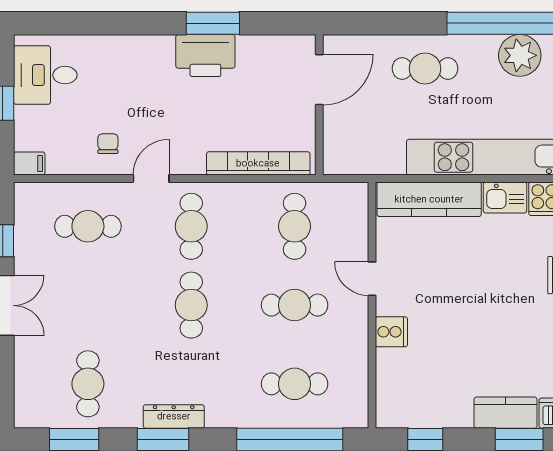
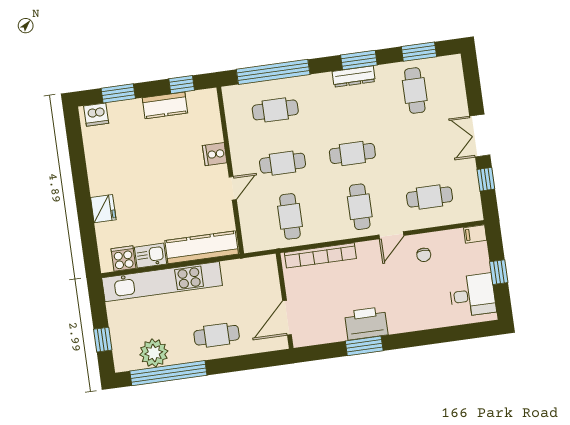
door: (372, 279) -> (233, 188), hinge flipped
cafe table: (191, 305) -> (352, 153), turned 90
kitchen counter: (506, 413) -> (165, 105), moved

